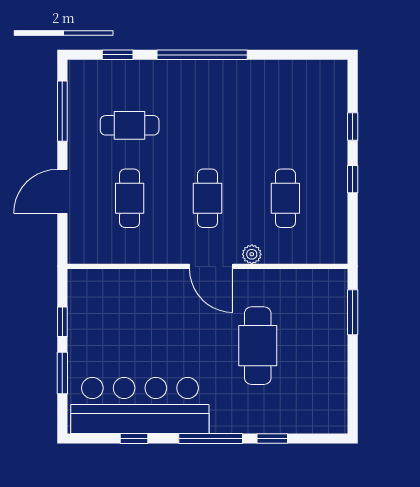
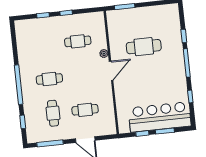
cafe table: (208, 198) -> (49, 79), moved
bar counter: (140, 405) -> (160, 117), moved, turned 90

